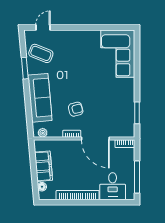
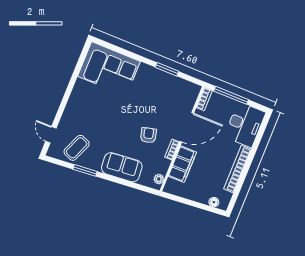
sofa: (40, 98) -> (122, 167), width x0.73
window: (137, 113) -> (167, 69), moved
filing cabinet: (44, 166) -> (182, 164), moved, turned 95
window: (137, 177) -> (231, 95), moved
desk: (113, 186) -> (245, 125), width x1.37

